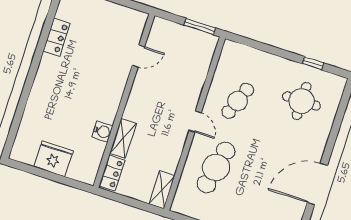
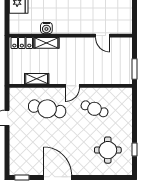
shelving: (162, 190) -> (37, 79), moved

